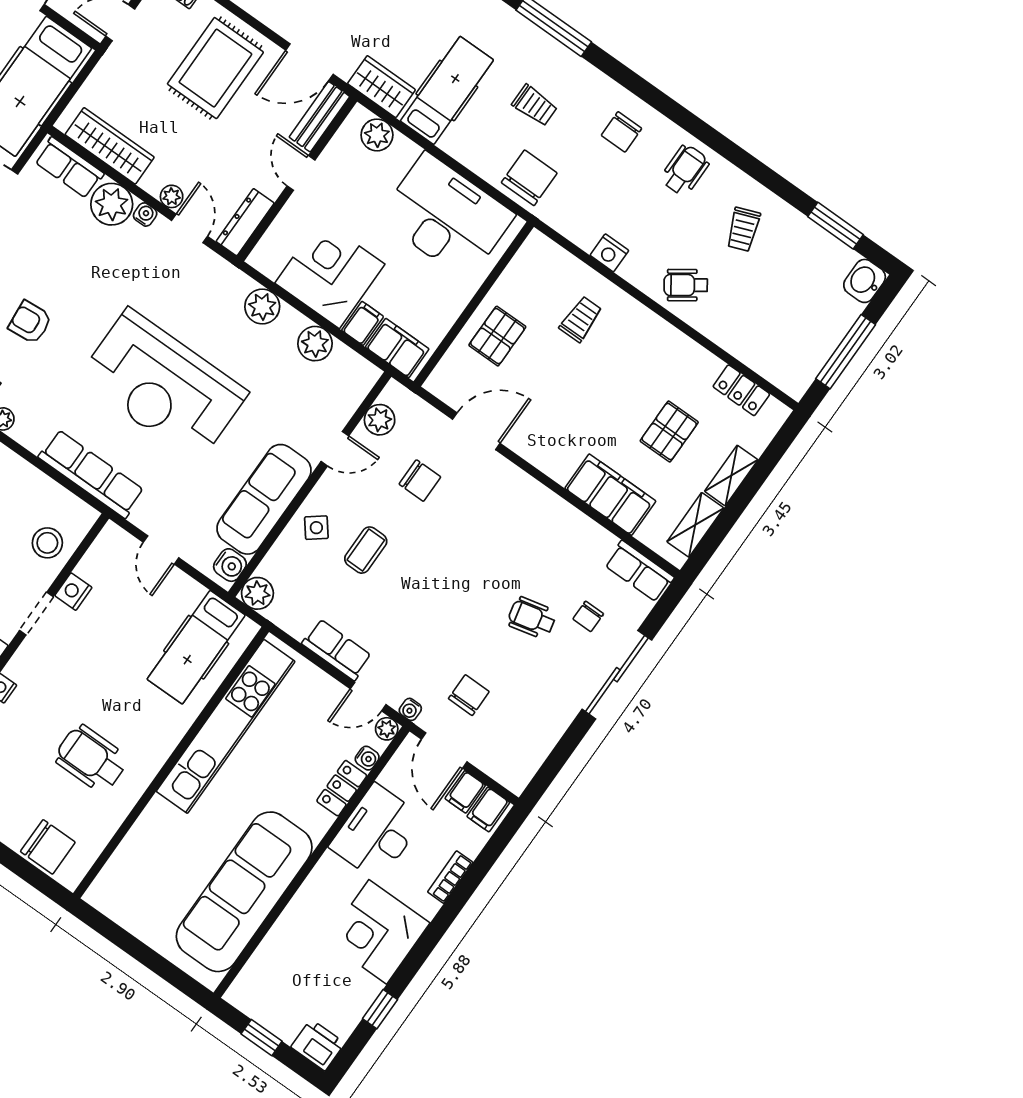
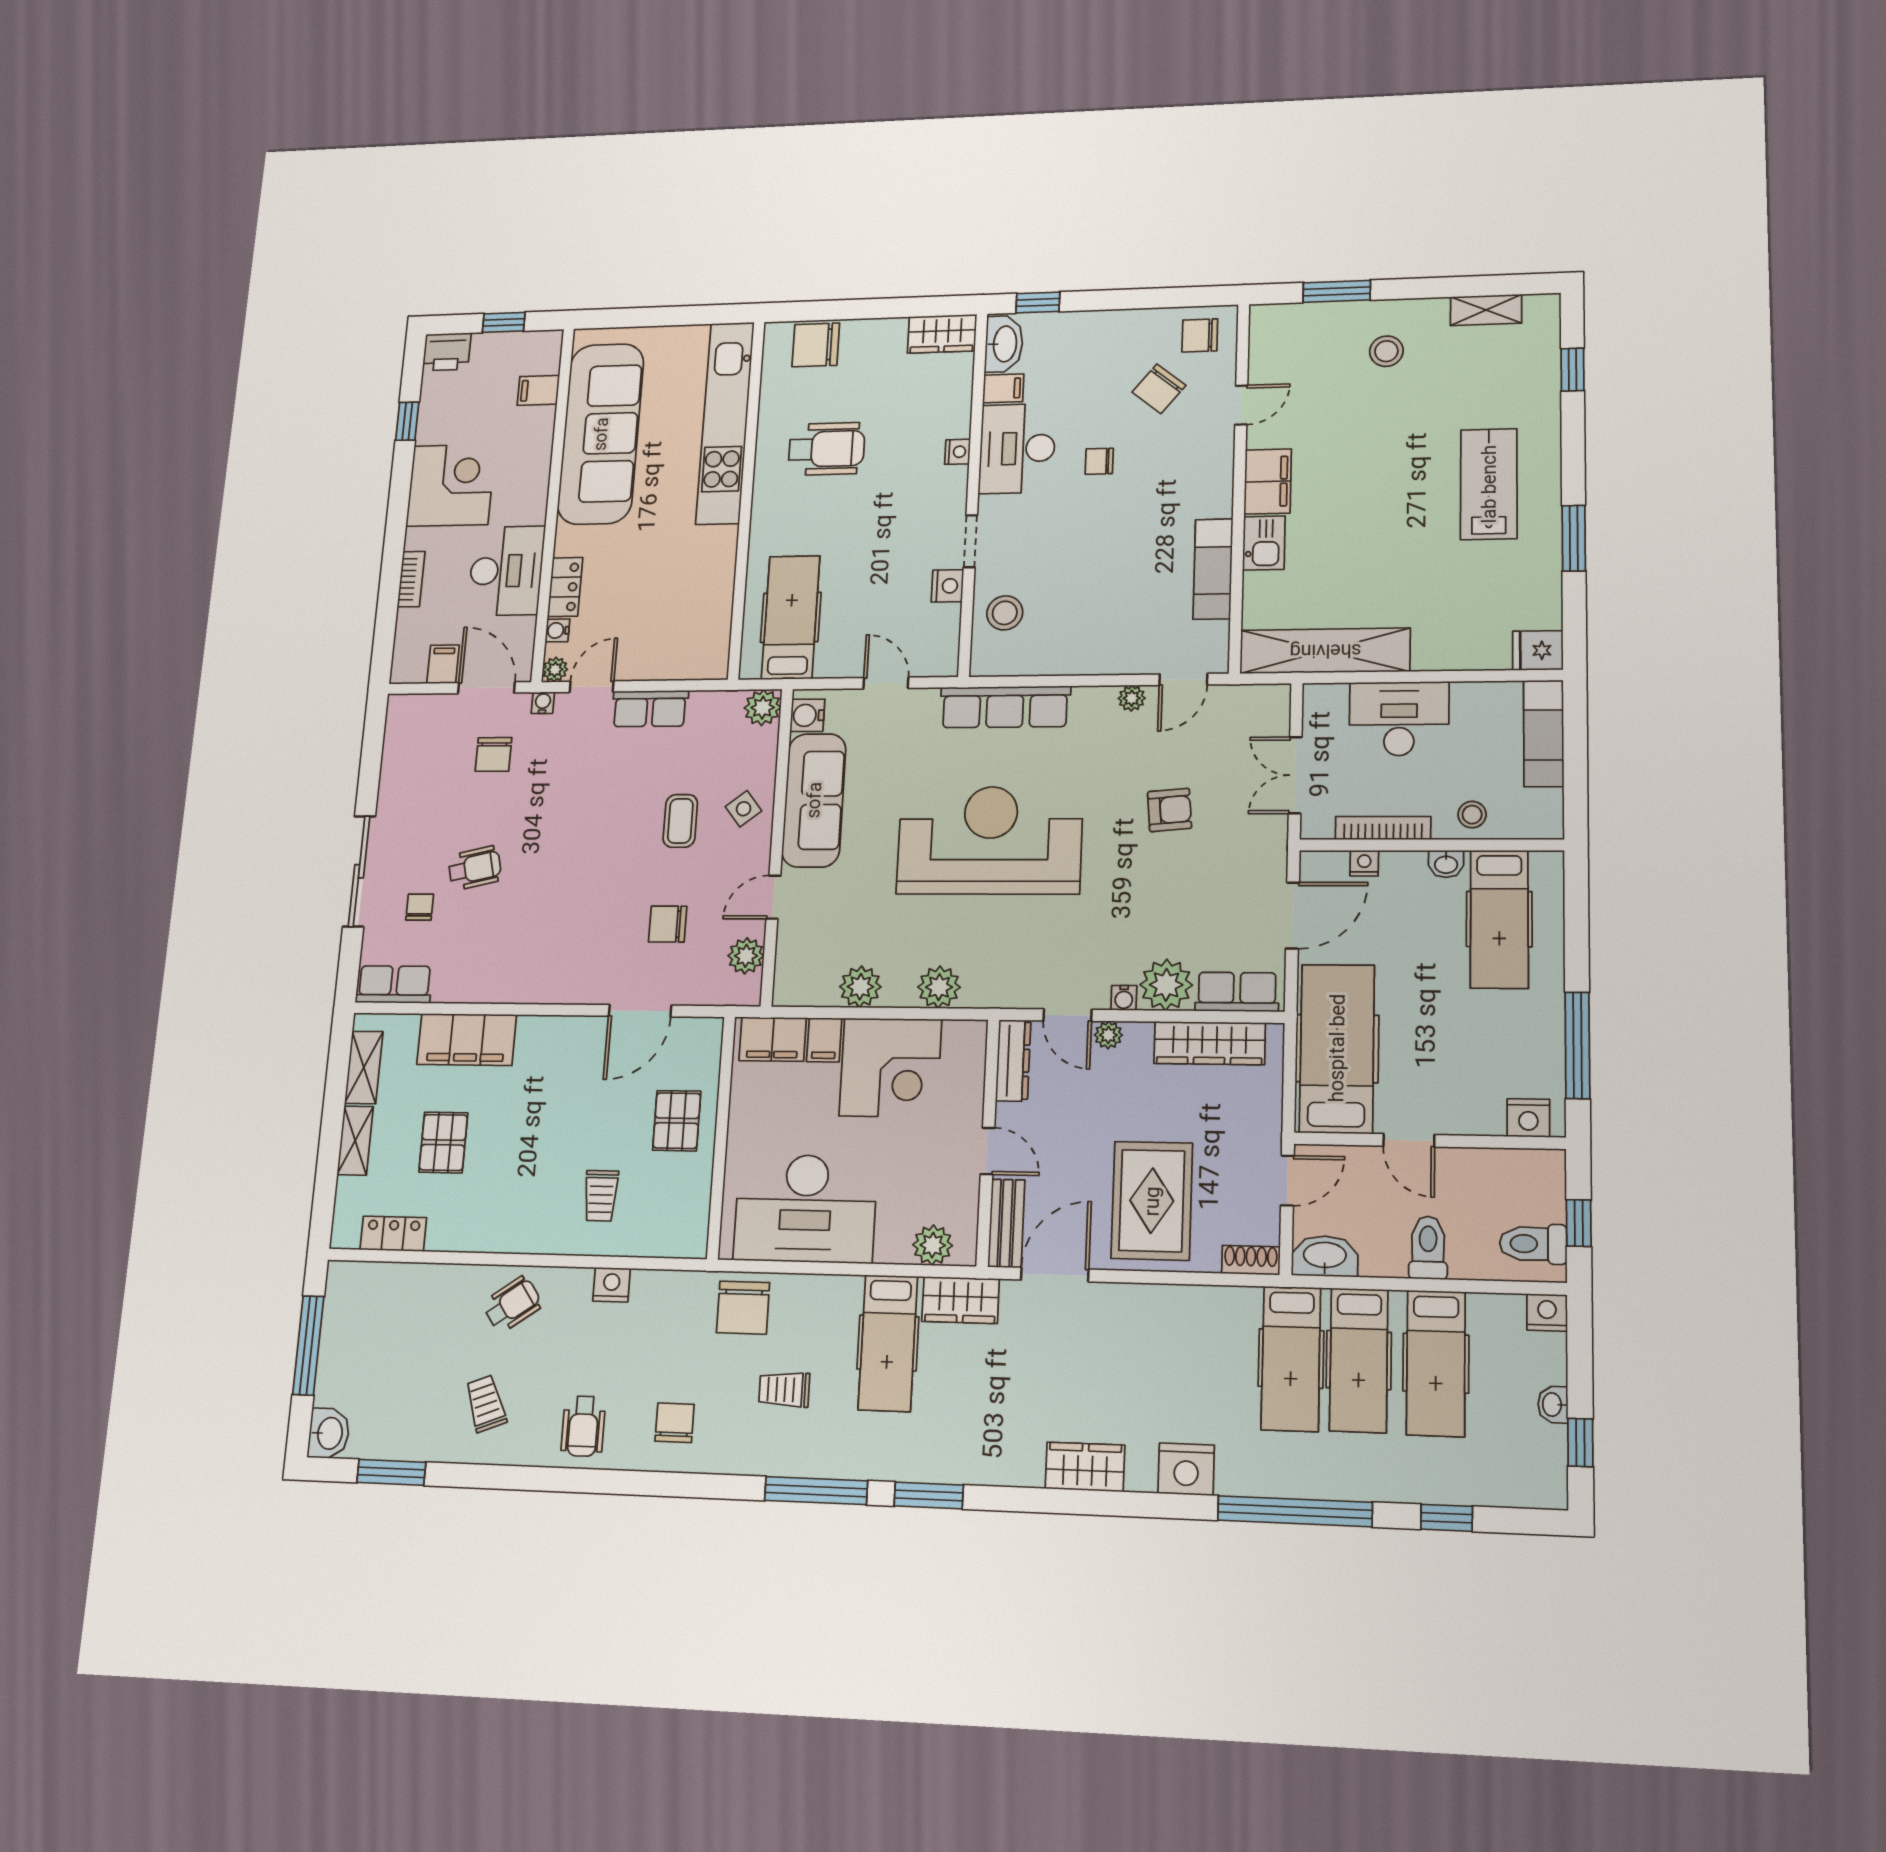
kitchen unit: (226, 726) -> (725, 423), moved
filing cabinet: (488, 809) -> (538, 390), moved, turned -90

